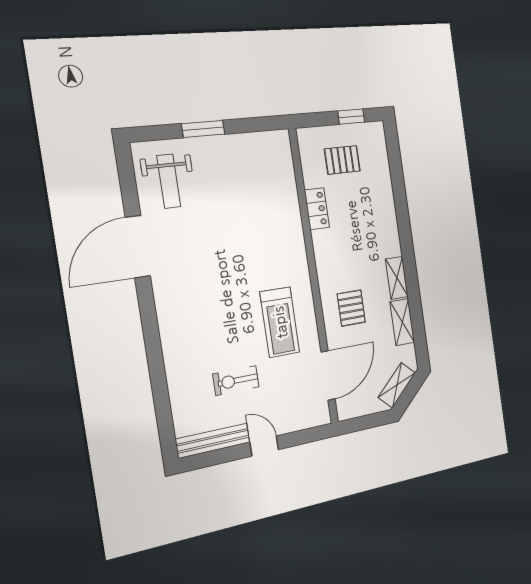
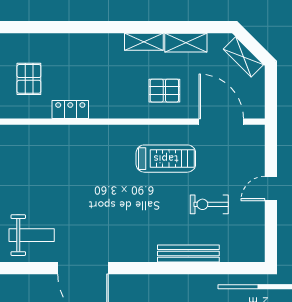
exercise bike: (236, 381) -> (209, 204), turned 90
bench: (213, 441) -> (188, 253), moved, turned 90

